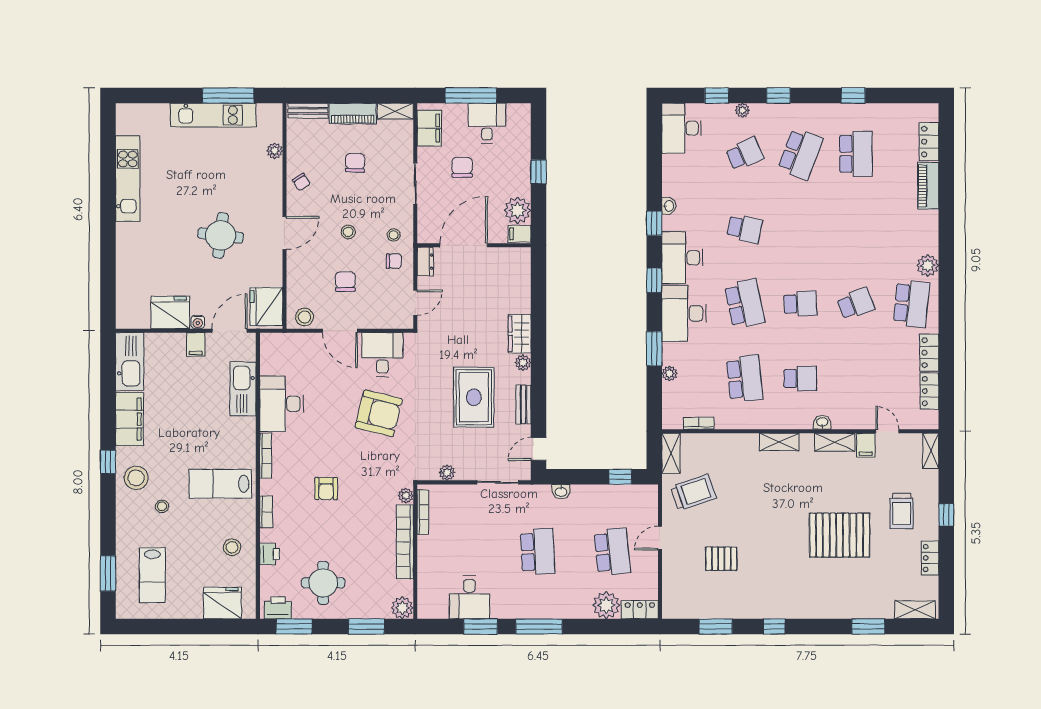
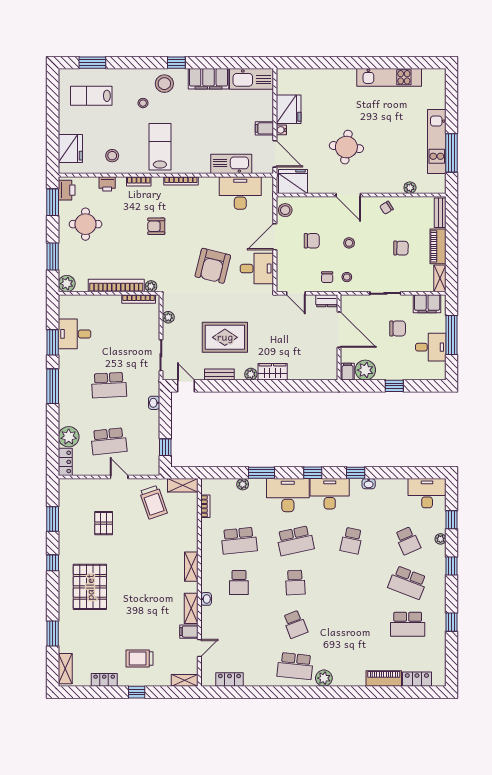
locker: (929, 353) -> (258, 679), removed
desk: (282, 404) -> (240, 193), moved
pallet: (840, 535) -> (90, 587), moved

